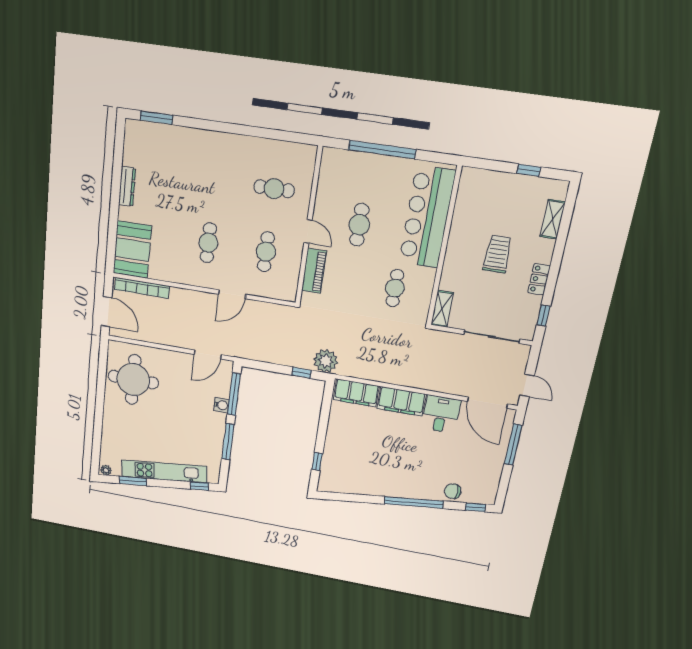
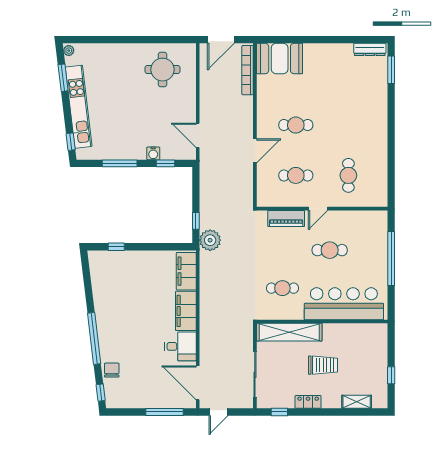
dresser: (127, 187) -> (370, 49), moved
door: (232, 294) -> (255, 151), swing flipped
shelving: (442, 309) -> (289, 332), width x2.20, depth x1.33
round table: (133, 380) -> (163, 70), width x0.73, depth x0.73
window: (234, 394) -> (165, 163), width x0.46
door: (487, 403) -> (198, 383), hinge flipped

